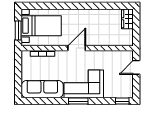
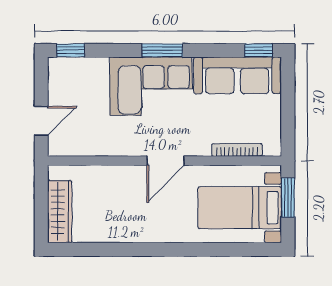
wardrobe: (127, 19) -> (60, 212), width x1.50
window: (32, 101) -> (259, 50), added

